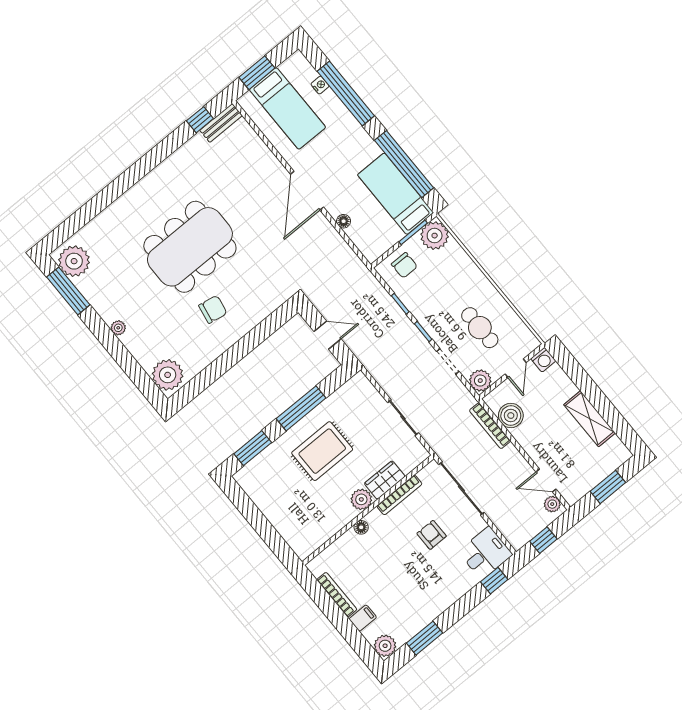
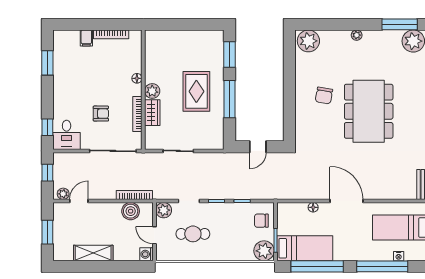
plant: (385, 646) -> (61, 38), removed

